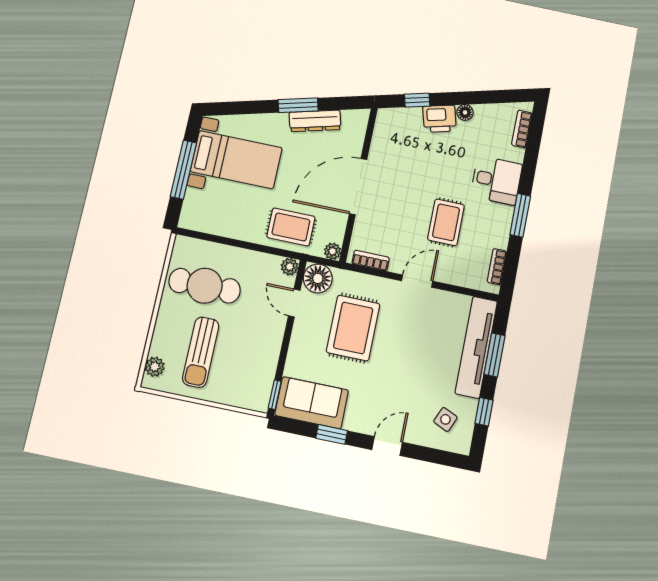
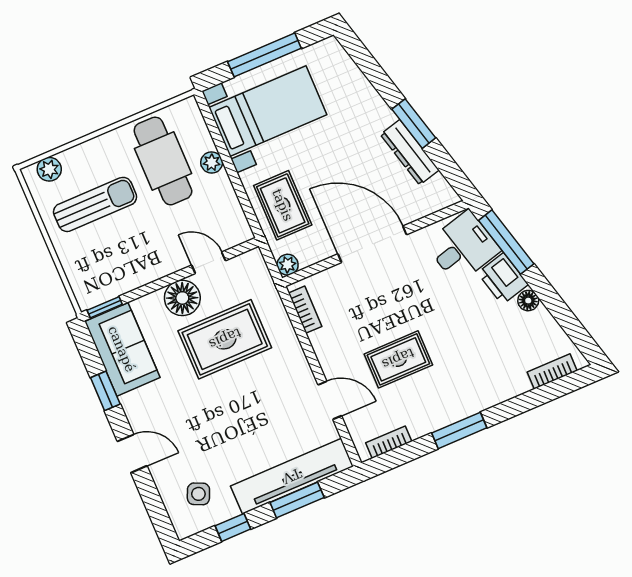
window: (417, 100) -> (506, 242), width x2.17
bed with nightstands: (236, 160) -> (268, 111), moved, turned -90
desk: (496, 180) -> (463, 247), moved, turned -105
plant: (290, 267) -> (212, 162), moved
floor lamp: (318, 278) -> (182, 298), moved
door: (417, 281) -> (330, 400), moved
door: (294, 303) -> (209, 263), hinge flipped
sun lounger: (201, 352) -> (95, 204), turned 180

